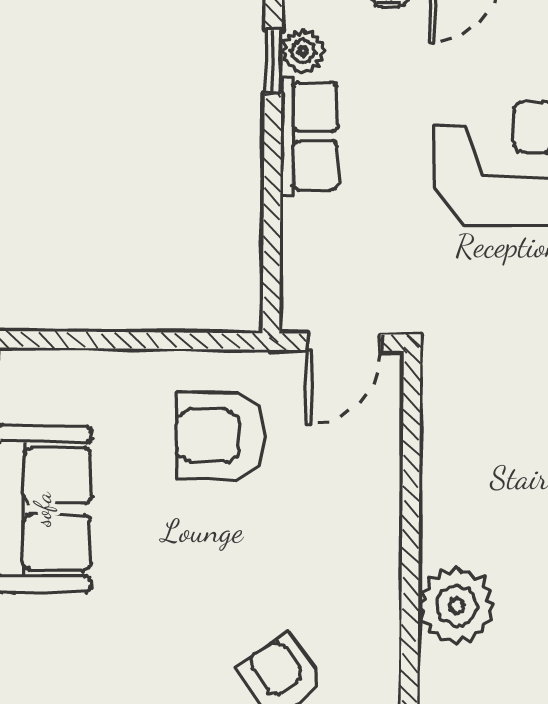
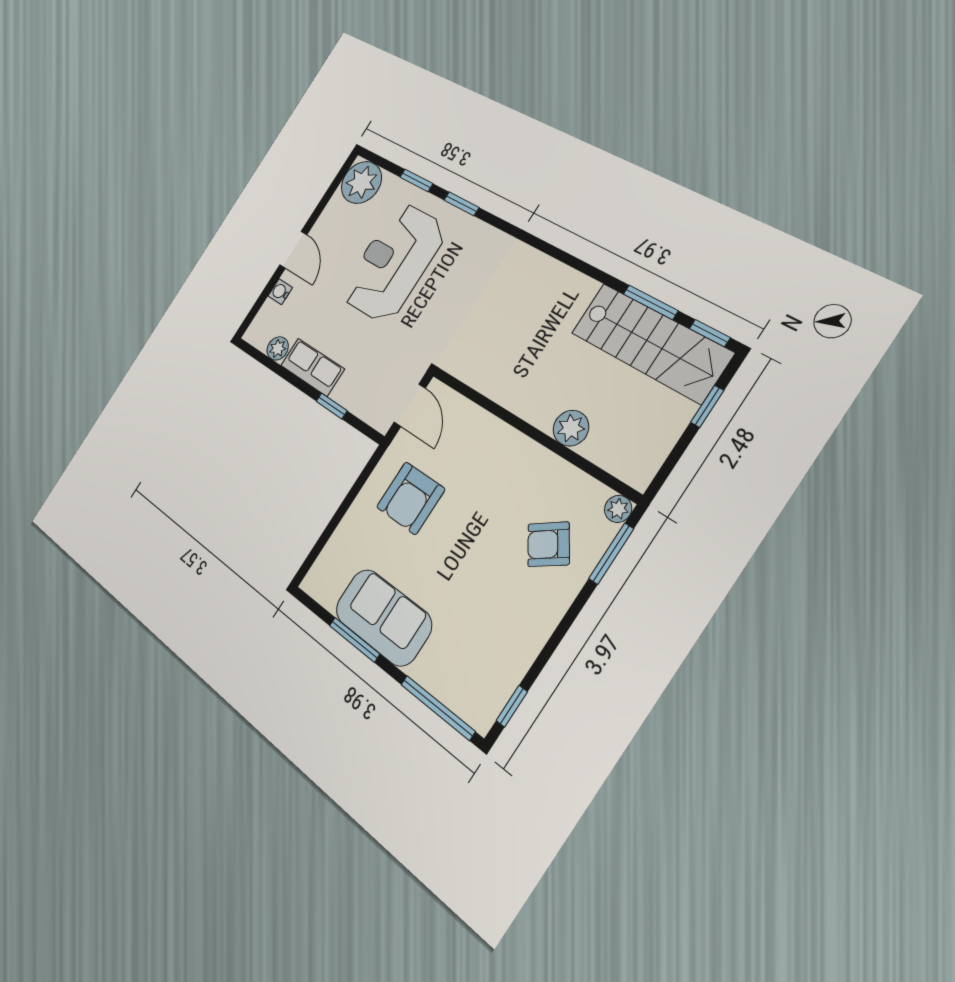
window: (273, 61) -> (332, 406), moved
plant: (456, 606) -> (571, 428), width x0.73, depth x0.73

